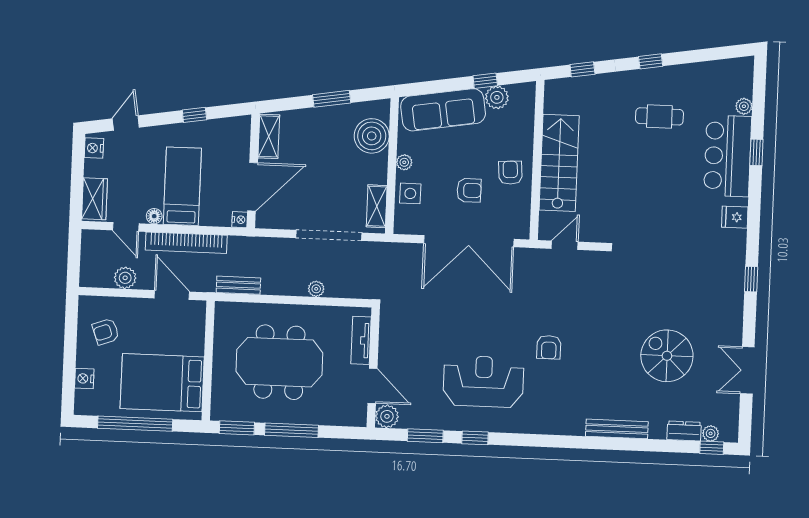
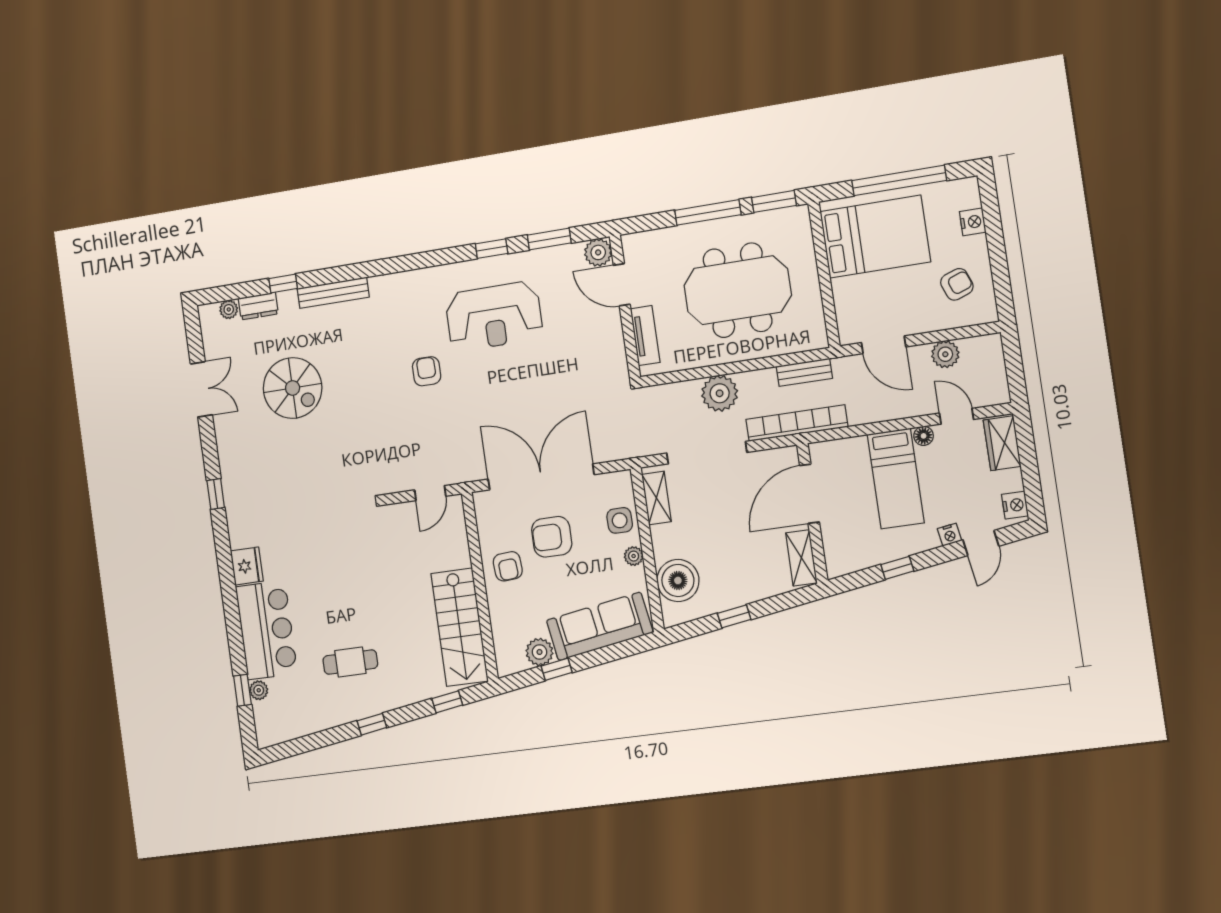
window: (332, 99) -> (734, 616), width x0.67
window: (756, 152) -> (242, 690), moved
stairs: (559, 163) -> (459, 627), moved
armchair: (469, 190) -> (552, 537), width x1.38, depth x1.38
fridge: (735, 217) -> (247, 566), width x1.38
nightstand: (240, 220) -> (949, 535), moved, turned -99
bookcase: (186, 243) -> (797, 423), moved
plant: (316, 289) -> (720, 393), width x1.88, depth x1.88
window: (712, 448) -> (283, 284), moved

